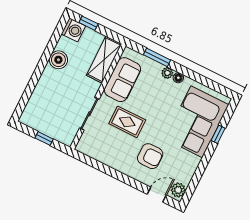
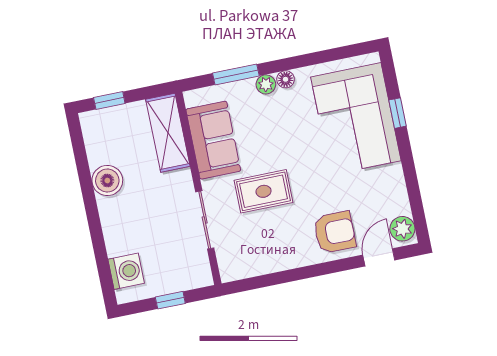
washing machine: (73, 30) -> (126, 271), moved
armchair: (150, 156) -> (335, 232), moved

